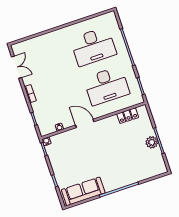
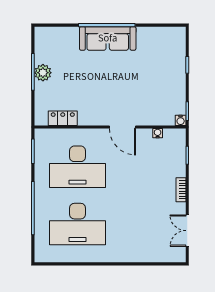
desk: (93, 46) -> (78, 224), turned 180
desk: (106, 86) -> (78, 167), turned 180
sofa: (83, 191) -> (108, 38), moved

